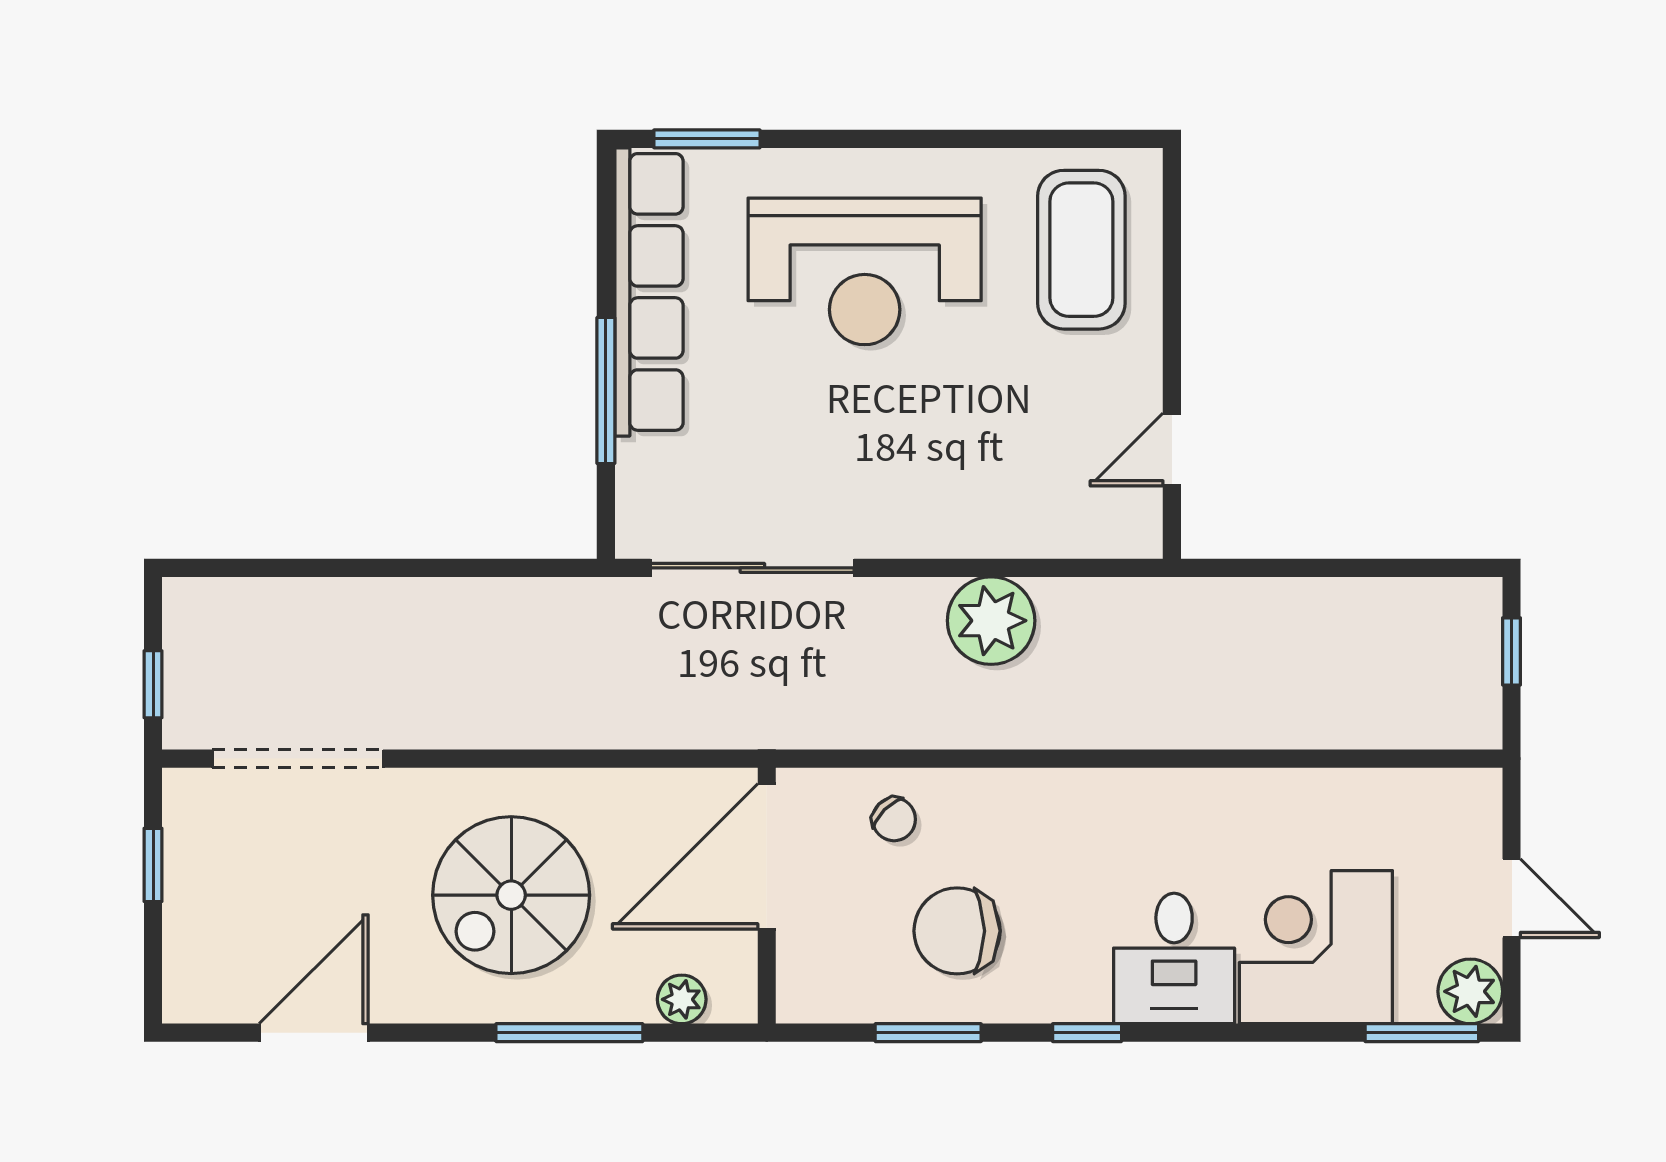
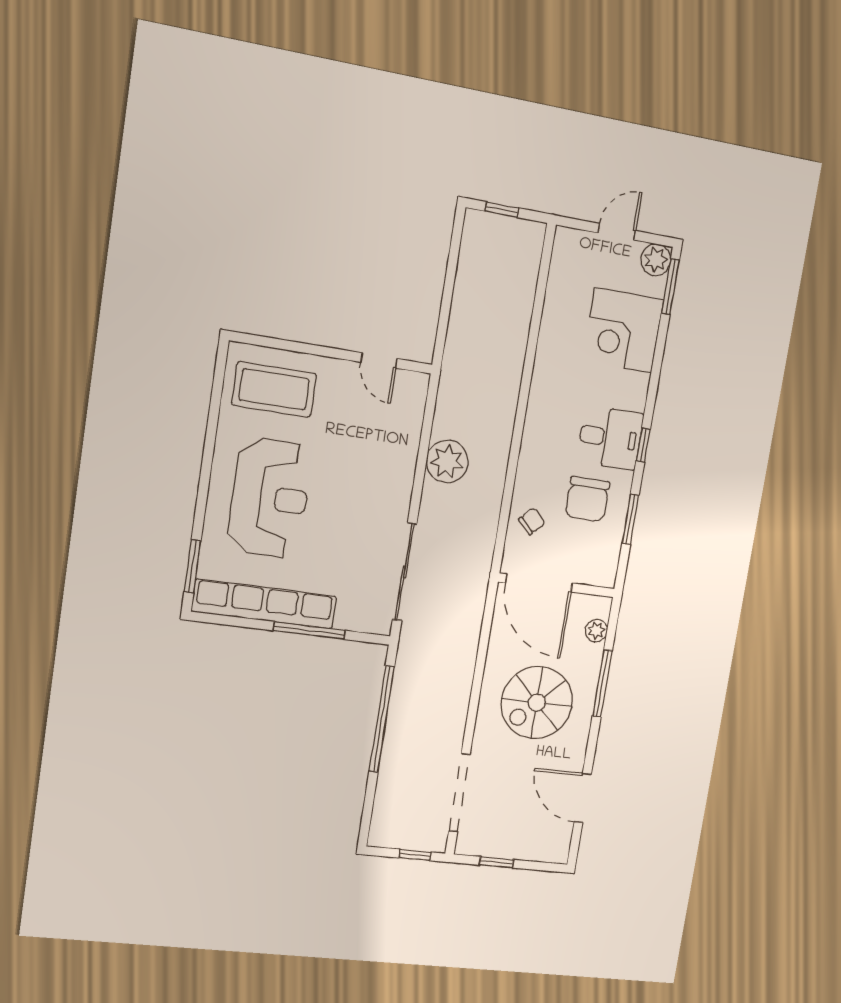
window: (438, 568) -> (382, 719), added
spiral stairs: (511, 895) -> (537, 703), turned 90
desk: (1174, 958) -> (610, 438), moved

